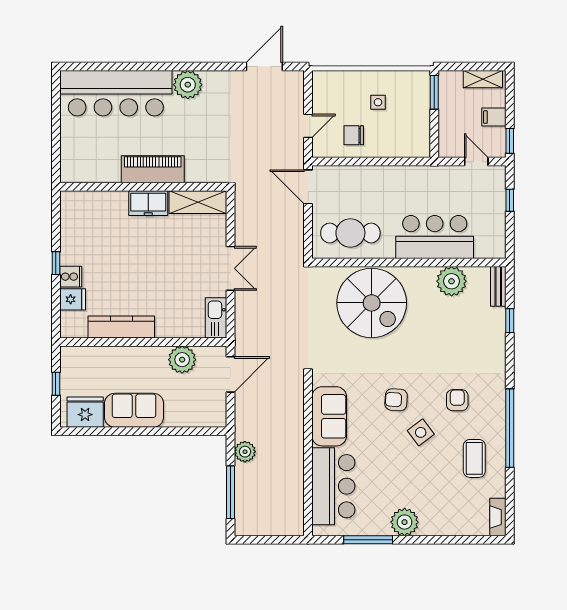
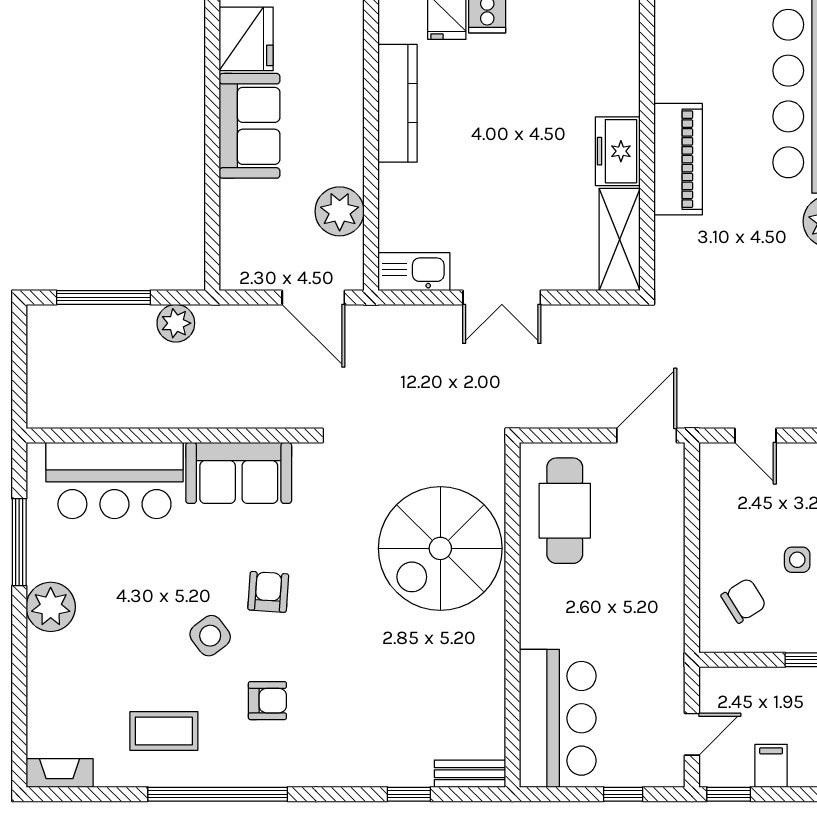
chair: (354, 135) -> (744, 601), moved, turned 58
bar counter: (435, 237) -> (558, 718), moved
plant: (452, 281) -> (479, 690), removed

